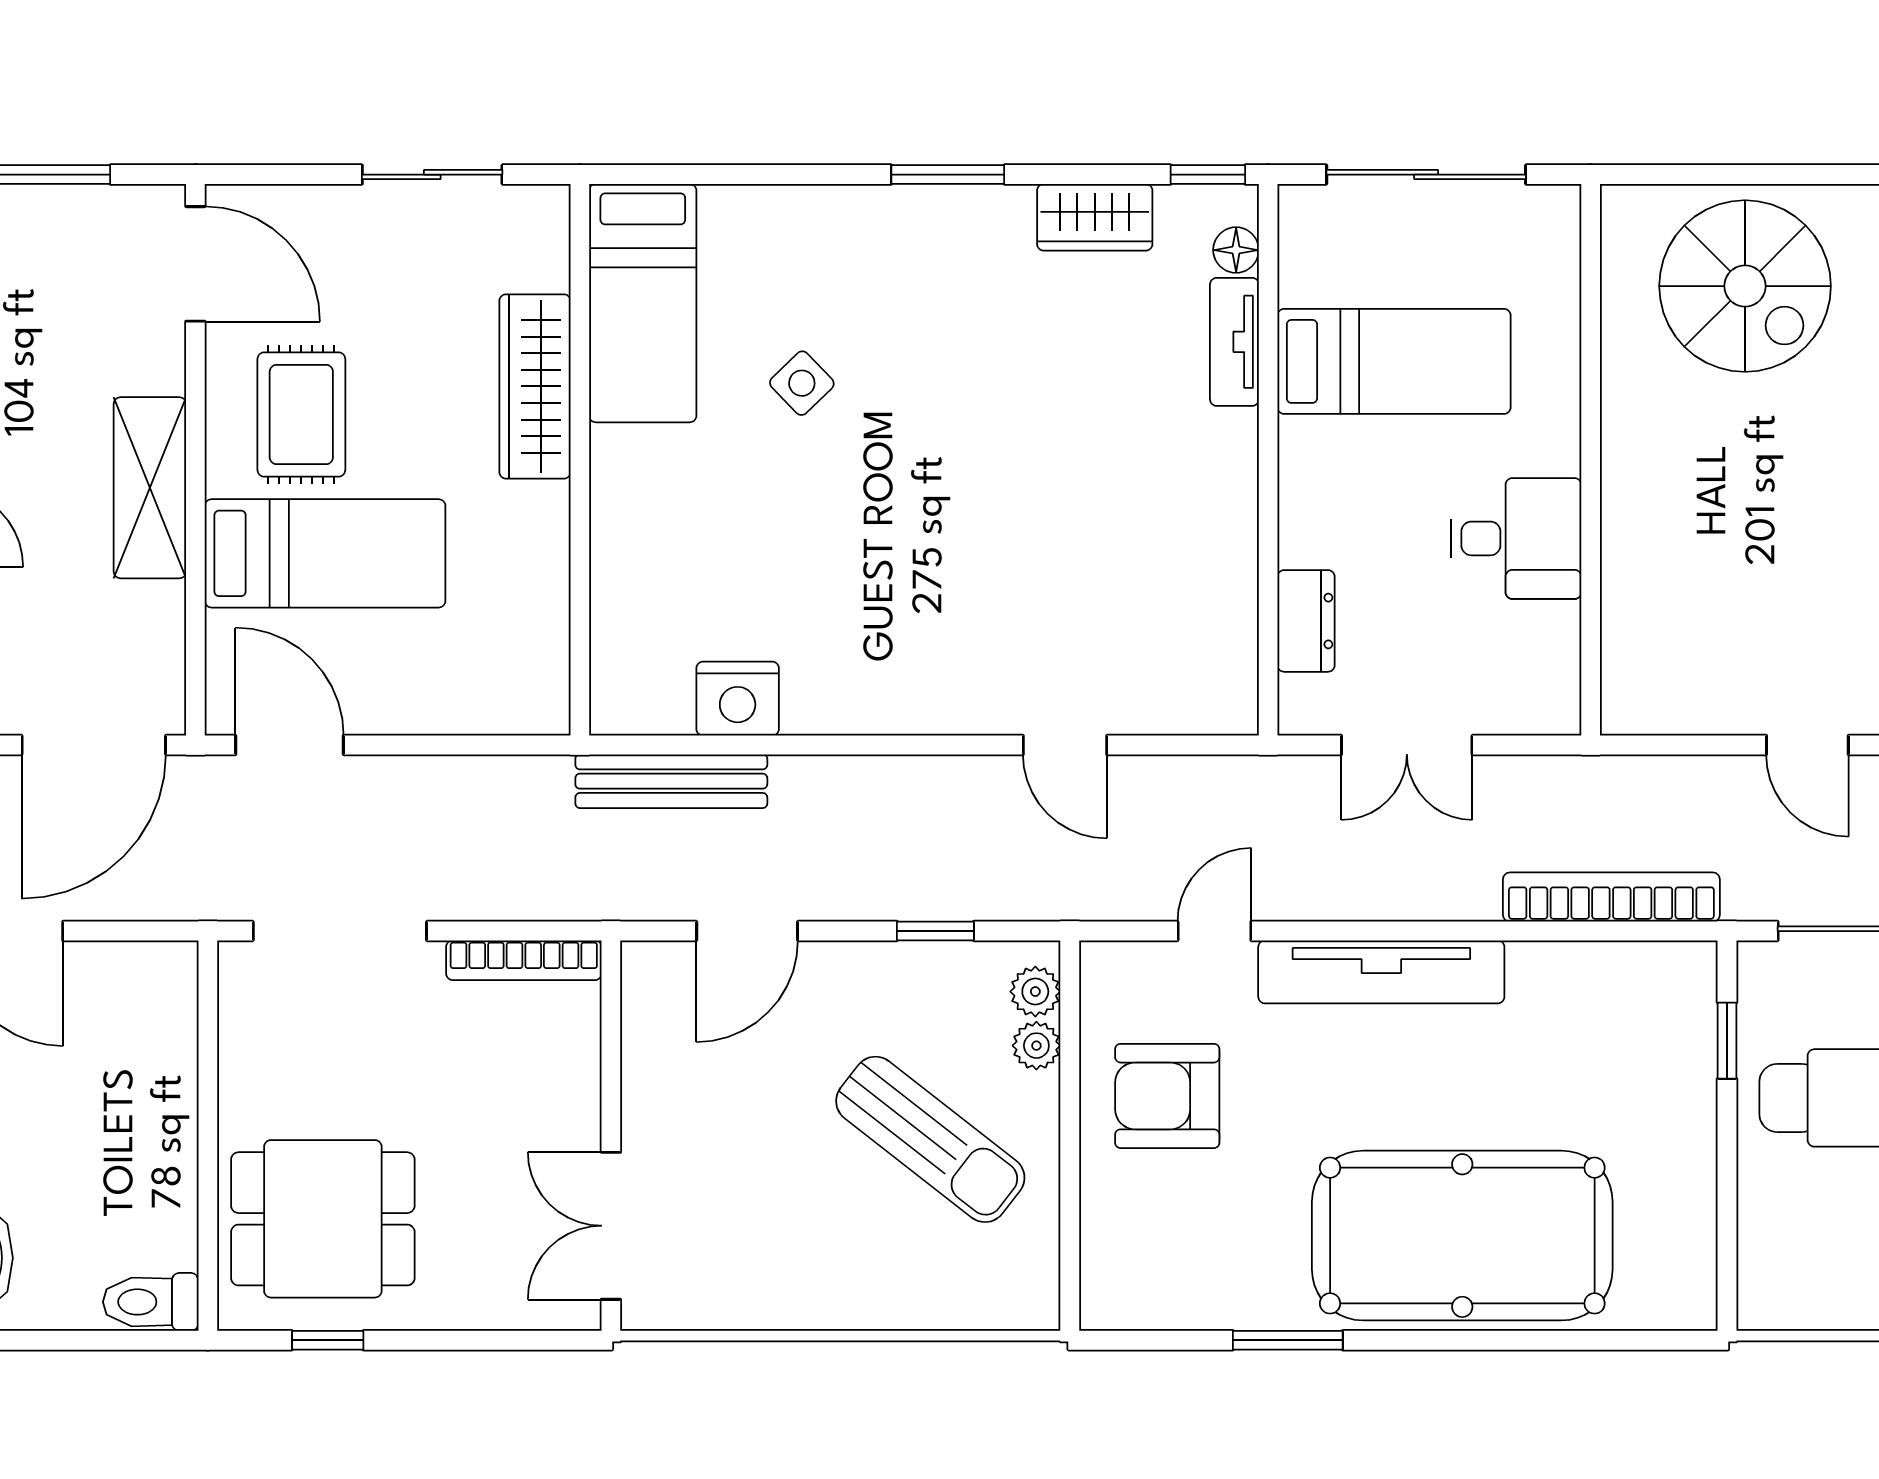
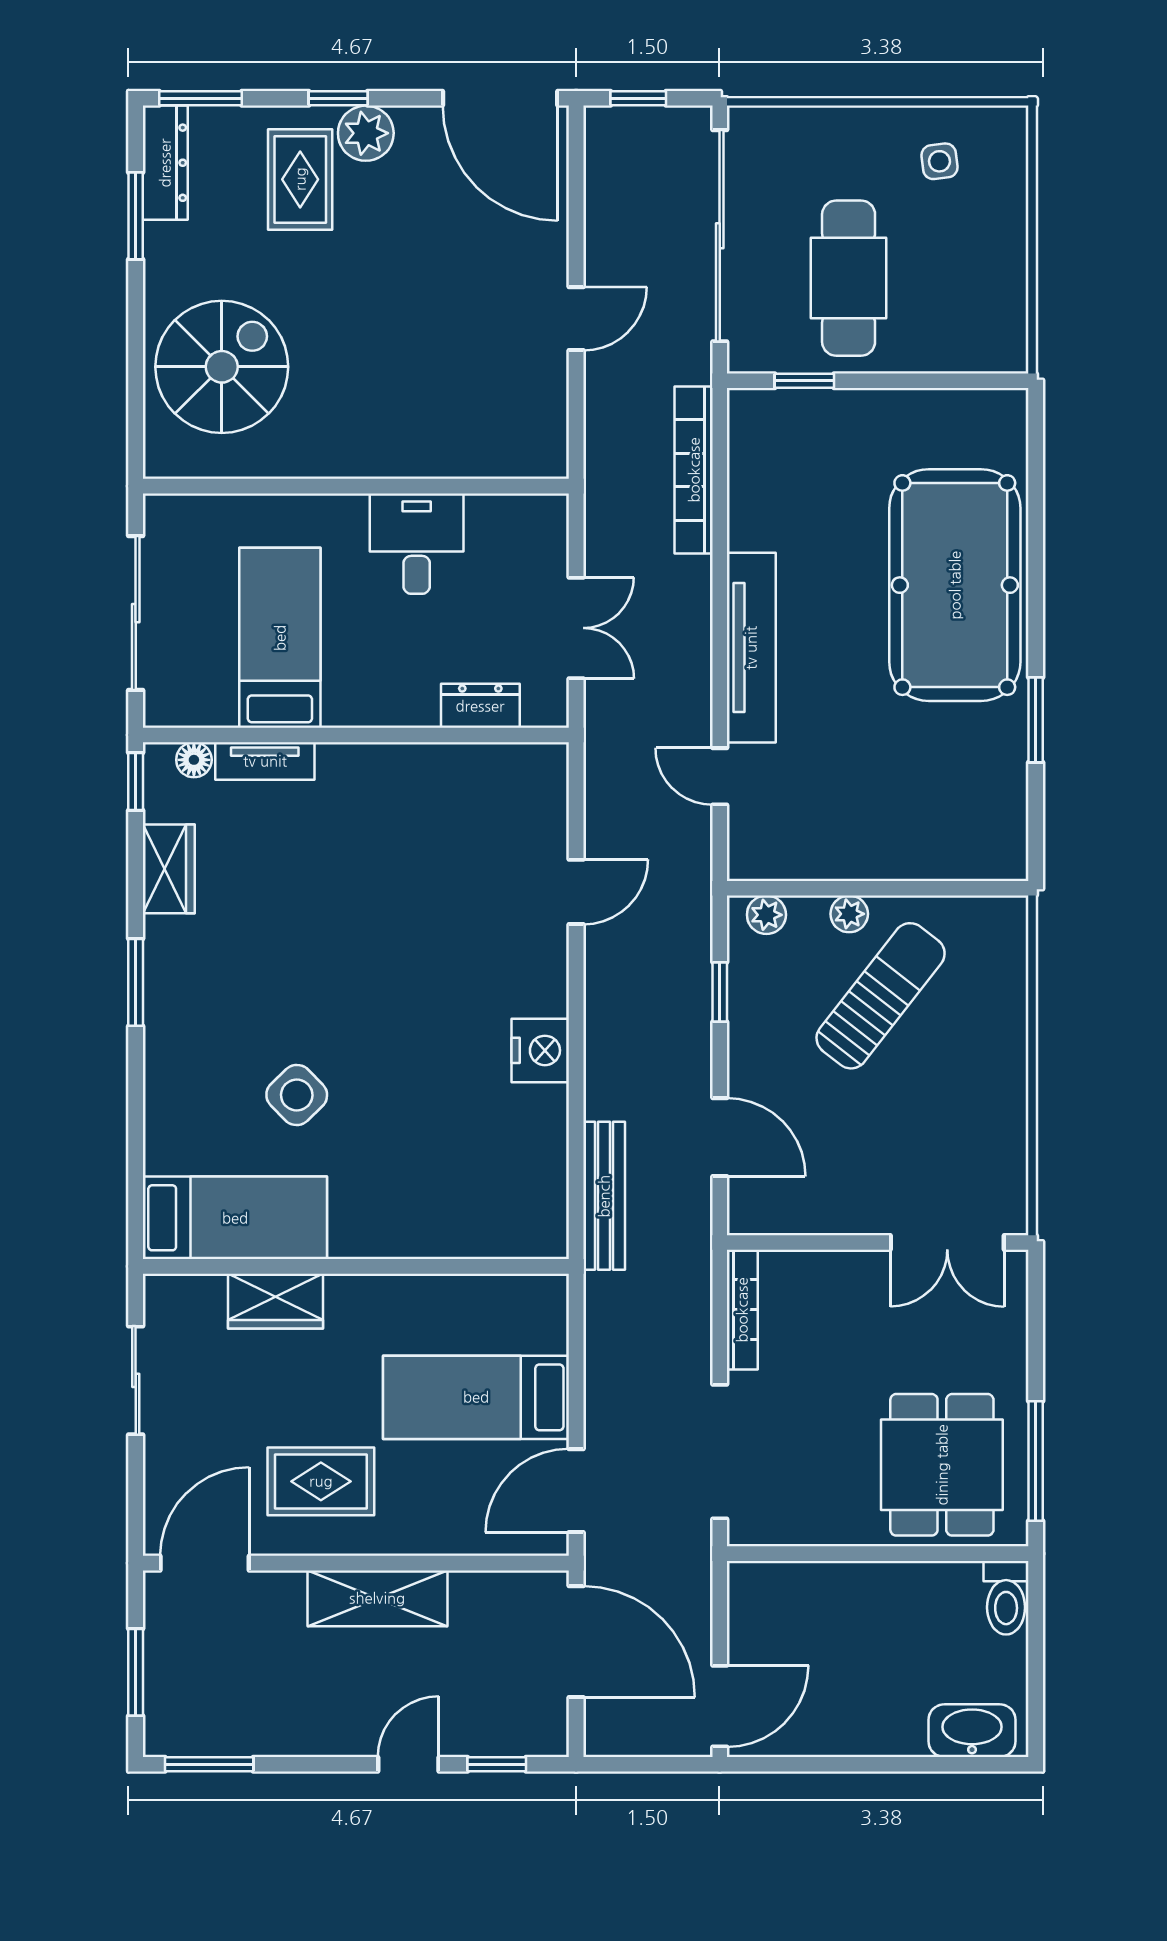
side table: (802, 383) -> (297, 1095), width x1.37, depth x1.37
wardrobe: (535, 386) -> (276, 1301), width x0.67
bed: (325, 553) -> (476, 1397), moved, turned -90
nightstand: (738, 699) -> (540, 1050), moved
plant: (1036, 1046) -> (849, 914), moved
armchair: (1167, 1096) -> (847, 813), removed
window: (328, 1340) -> (1036, 1461), width x2.17

